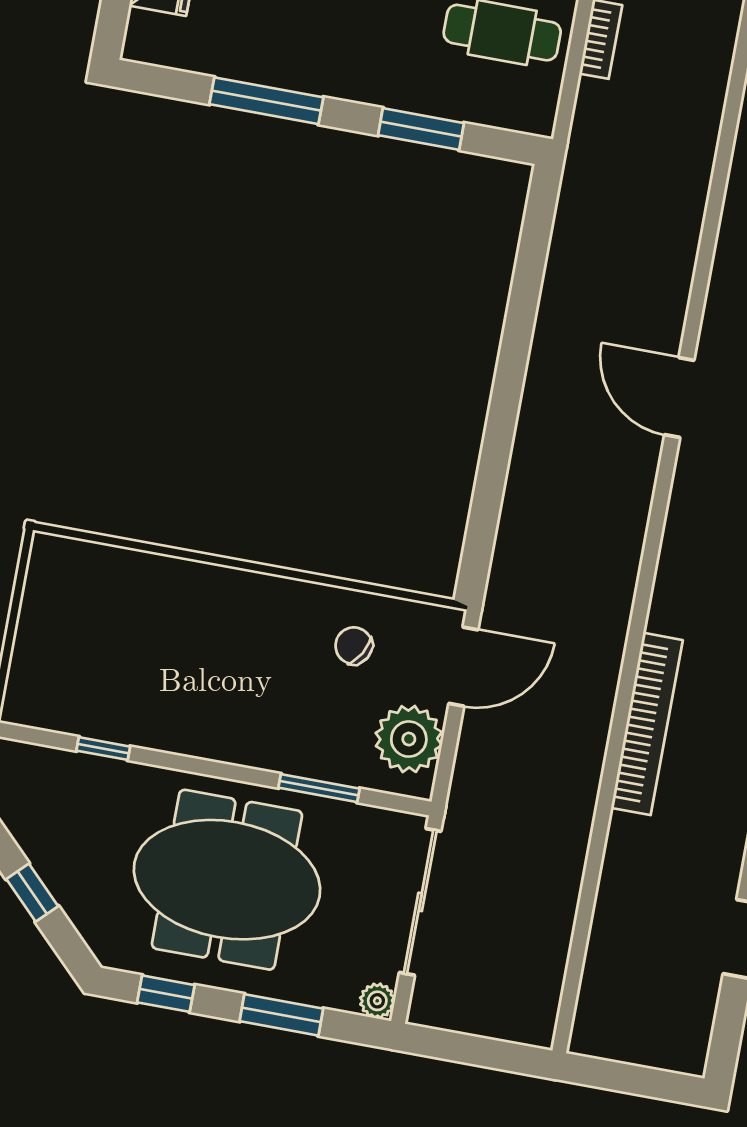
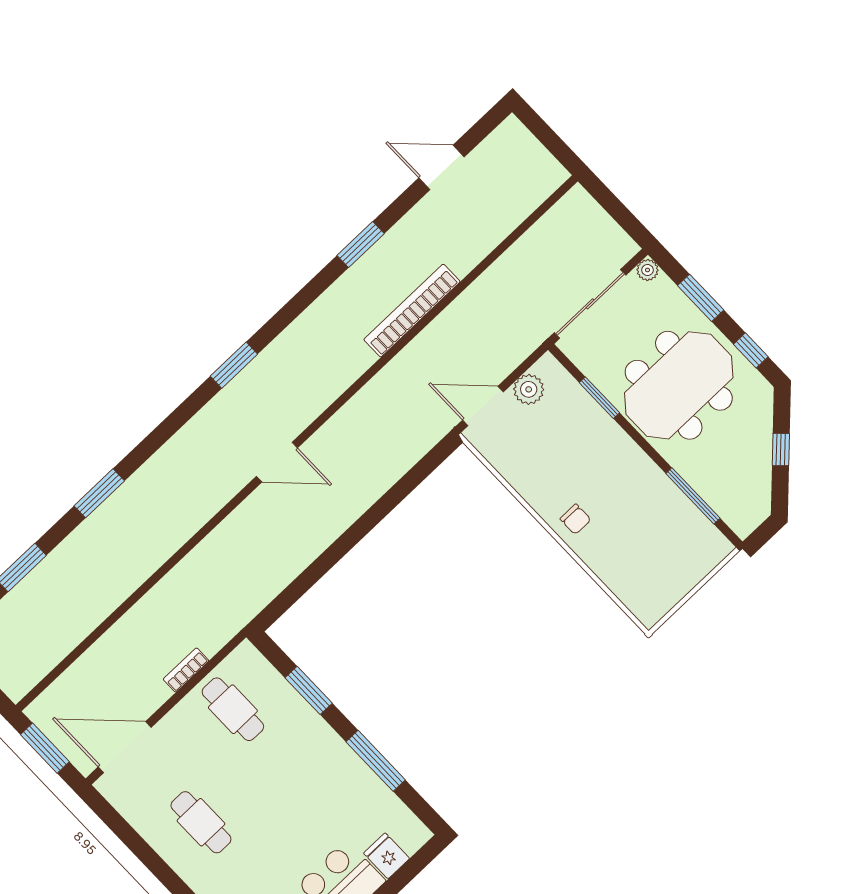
door: (679, 397) -> (277, 462), hinge flipped
chair: (354, 646) -> (576, 519), moved, turned -30
plant: (409, 739) -> (529, 389), width x0.73, depth x0.73
window: (103, 749) -> (693, 496), width x2.17
meeting table: (227, 880) -> (679, 385), turned 90

